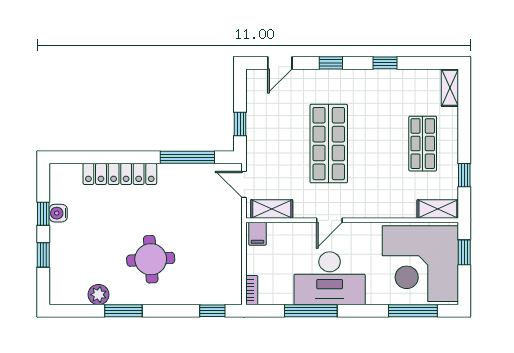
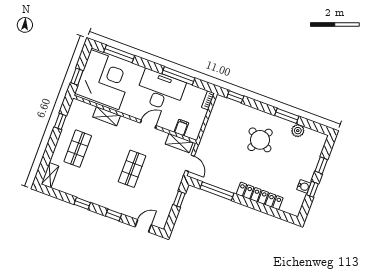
shop shelf: (329, 144) -> (132, 169), width x0.70, depth x0.74
shelving: (438, 209) -> (107, 116), moved
filing cabinet: (257, 234) -> (181, 128), moved
round table: (151, 259) -> (260, 140), turned 33

